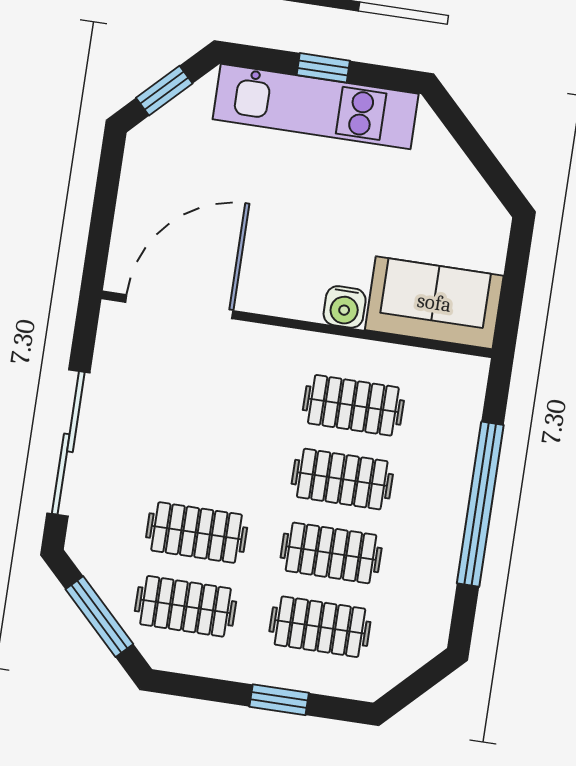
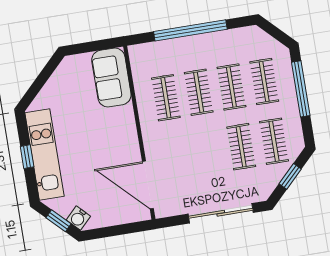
water cooler: (345, 307) -> (78, 218), moved, turned 135
window: (99, 617) -> (290, 176), width x0.67
window: (279, 700) -> (301, 89), width x2.17

